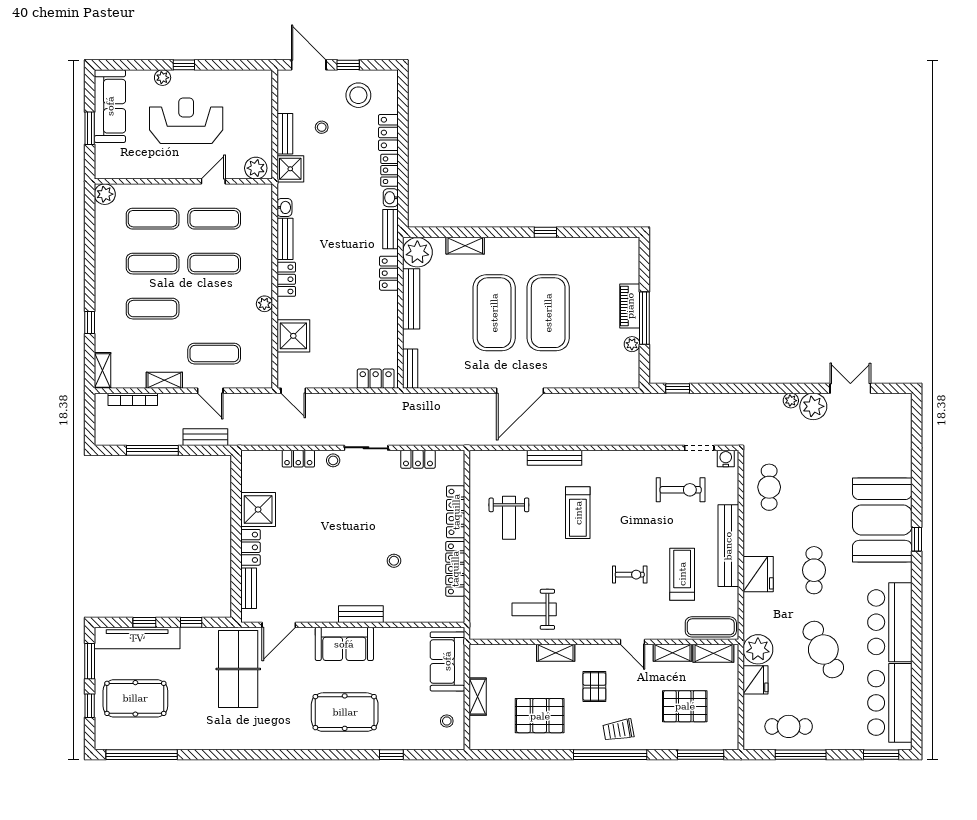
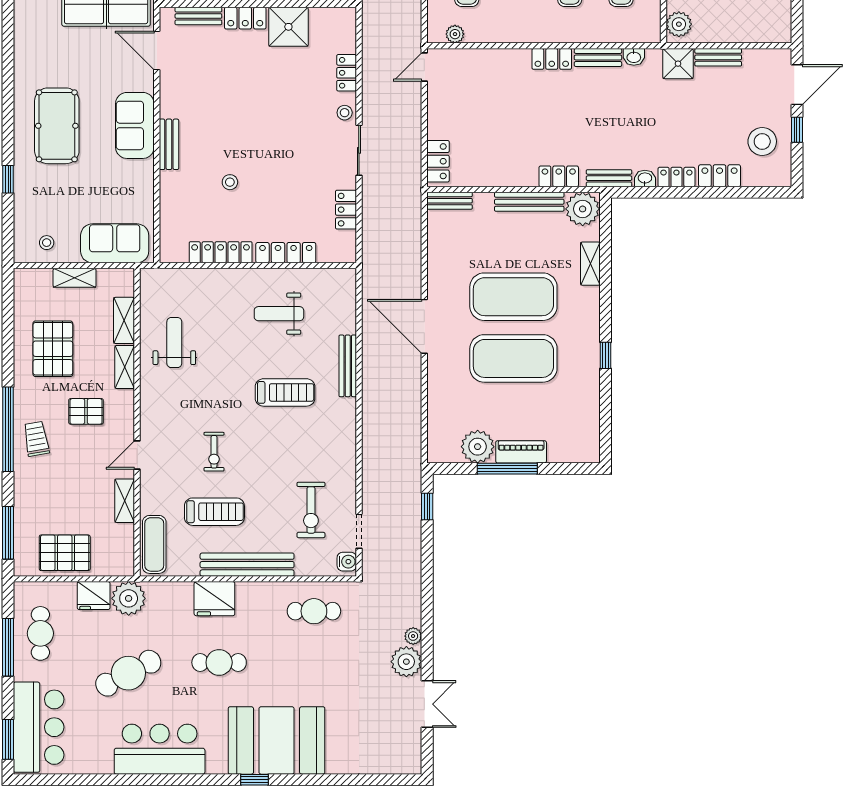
stool: (322, 127) -> (726, 100), removed
plant: (264, 304) -> (455, 34), moved
shower: (293, 336) -> (487, 67), removed
plant: (632, 344) -> (478, 447), width x1.88, depth x1.88
treadmill: (578, 513) -> (285, 392), turned 180
shelving: (713, 653) -> (124, 320), moved
bar counter: (890, 703) -> (39, 727), moved, turned 90
pallet: (685, 706) -> (65, 553), moved, turned 90

